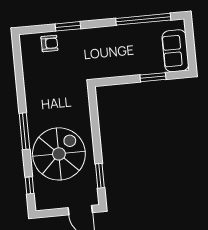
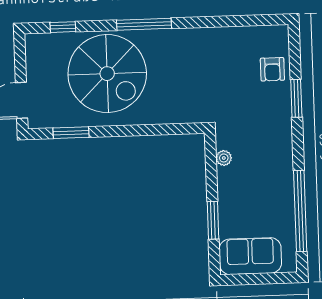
plant: (111, 72) -> (224, 158), added

